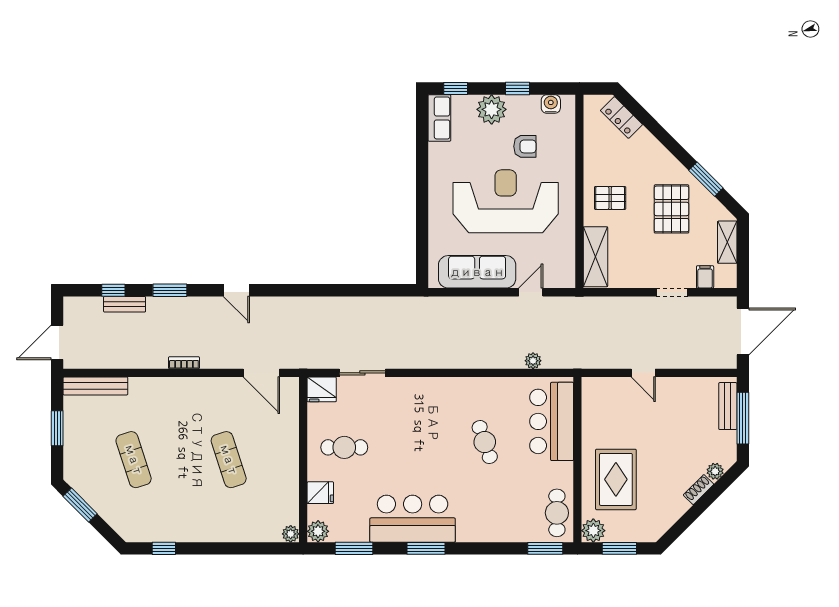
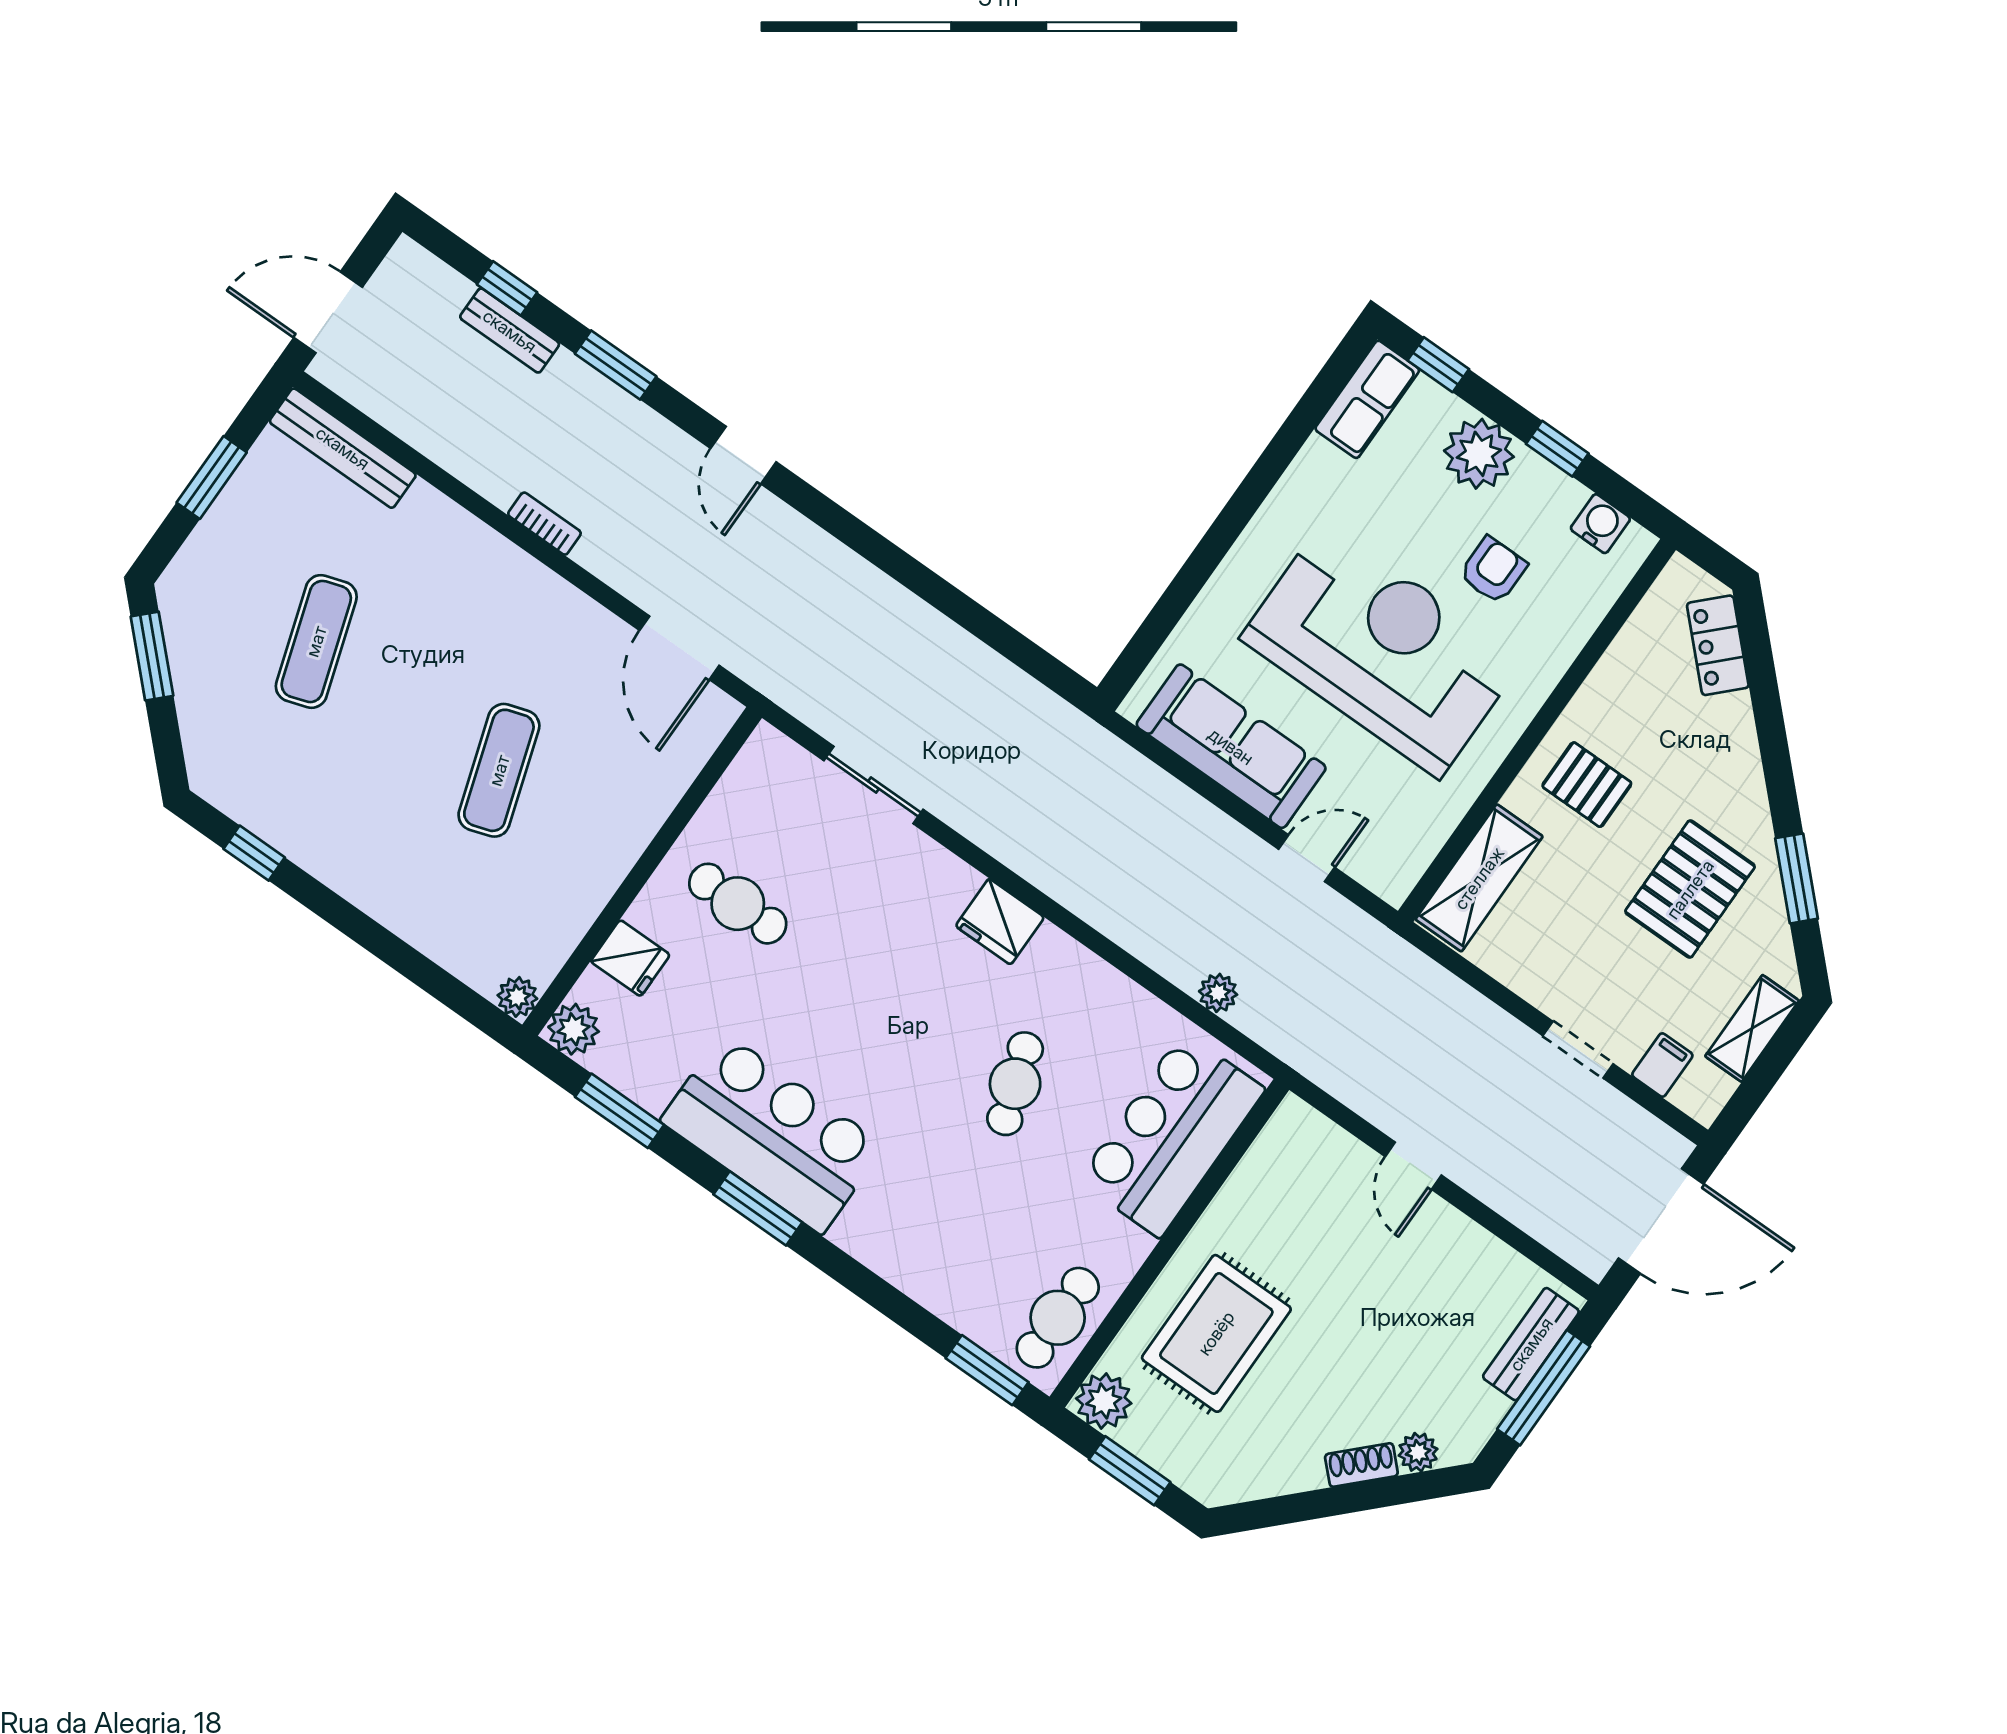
armchair: (525, 146) -> (1493, 570), turned -90
fridge: (322, 389) -> (1000, 922), moved

